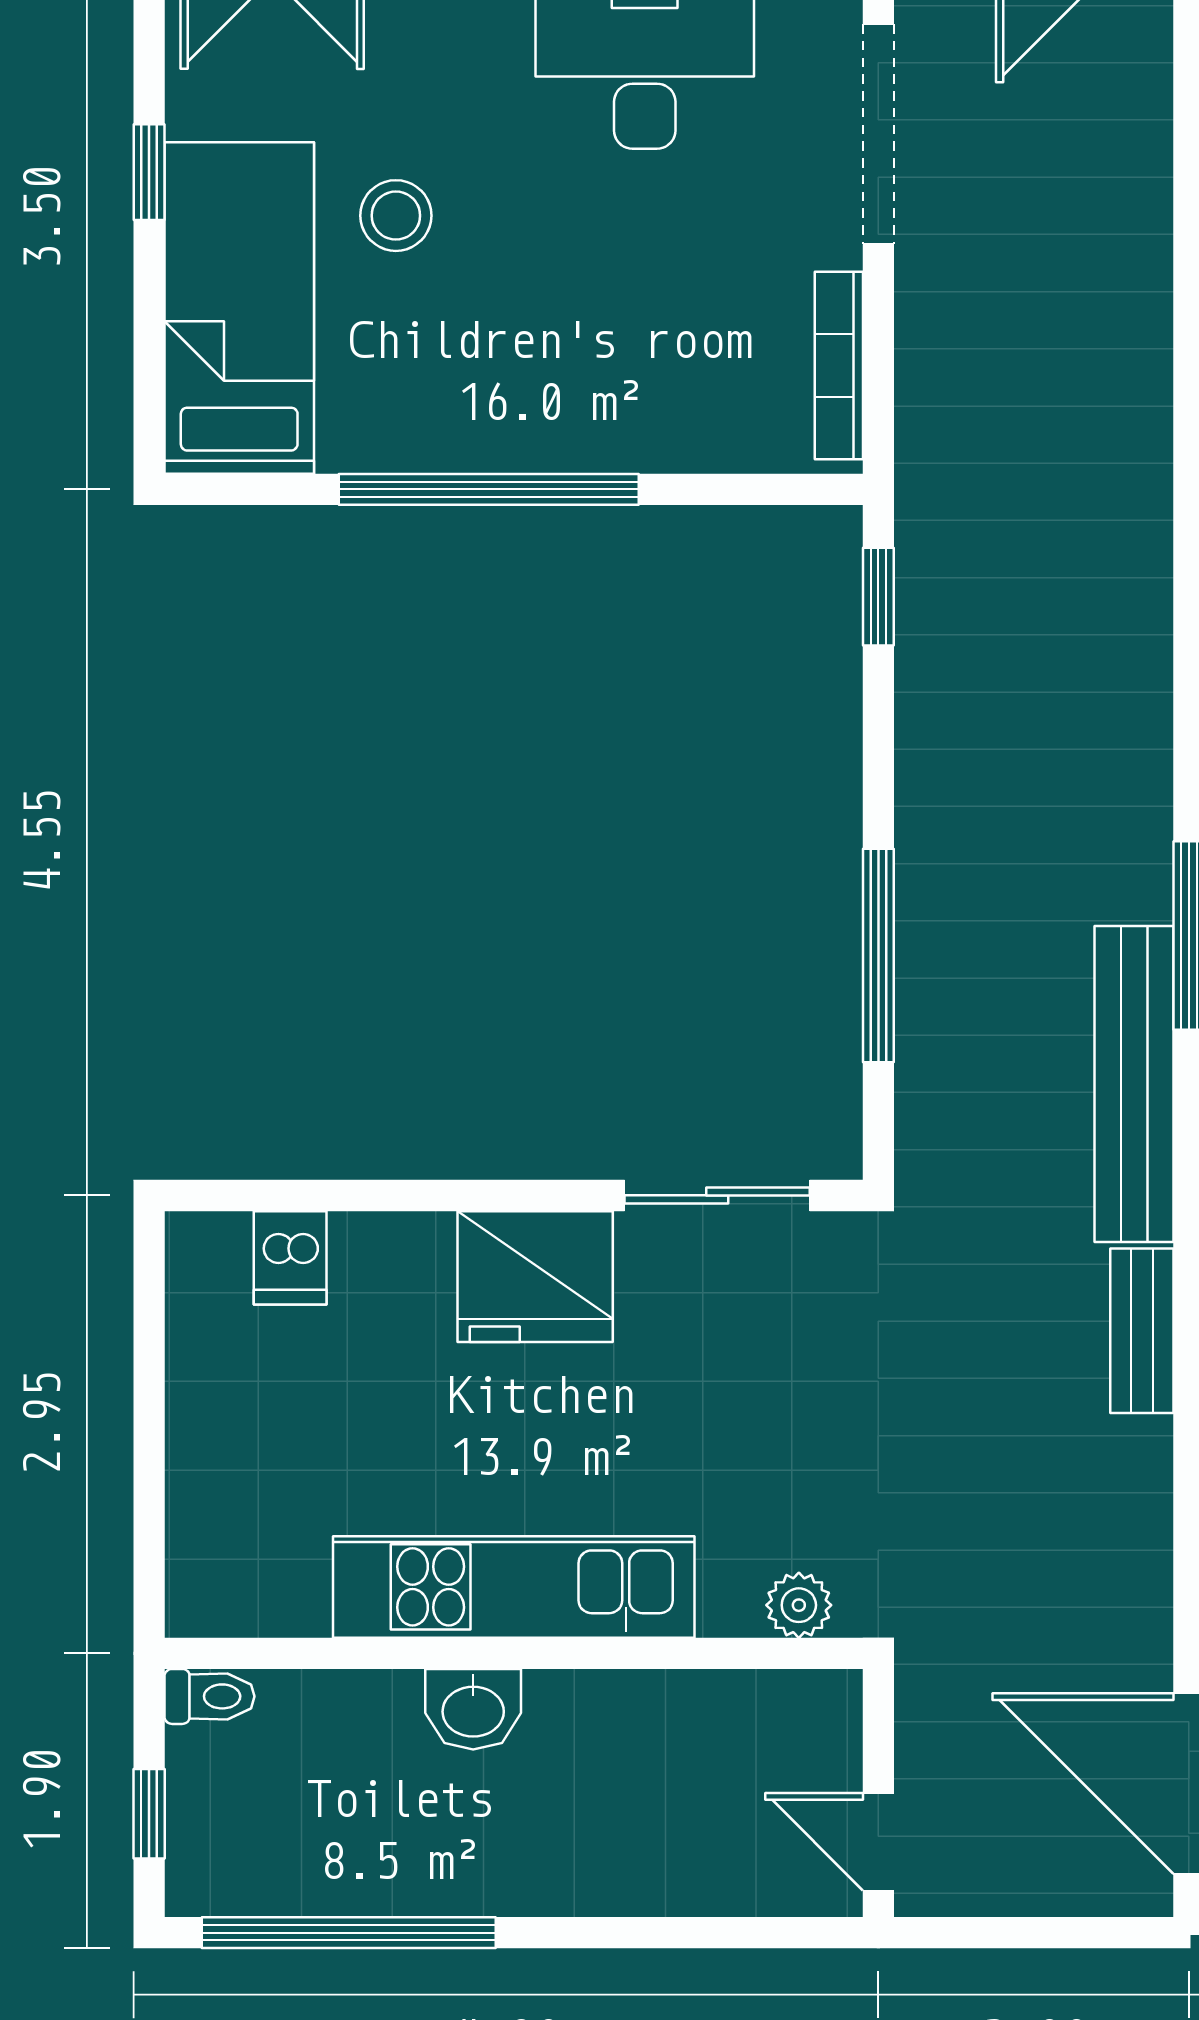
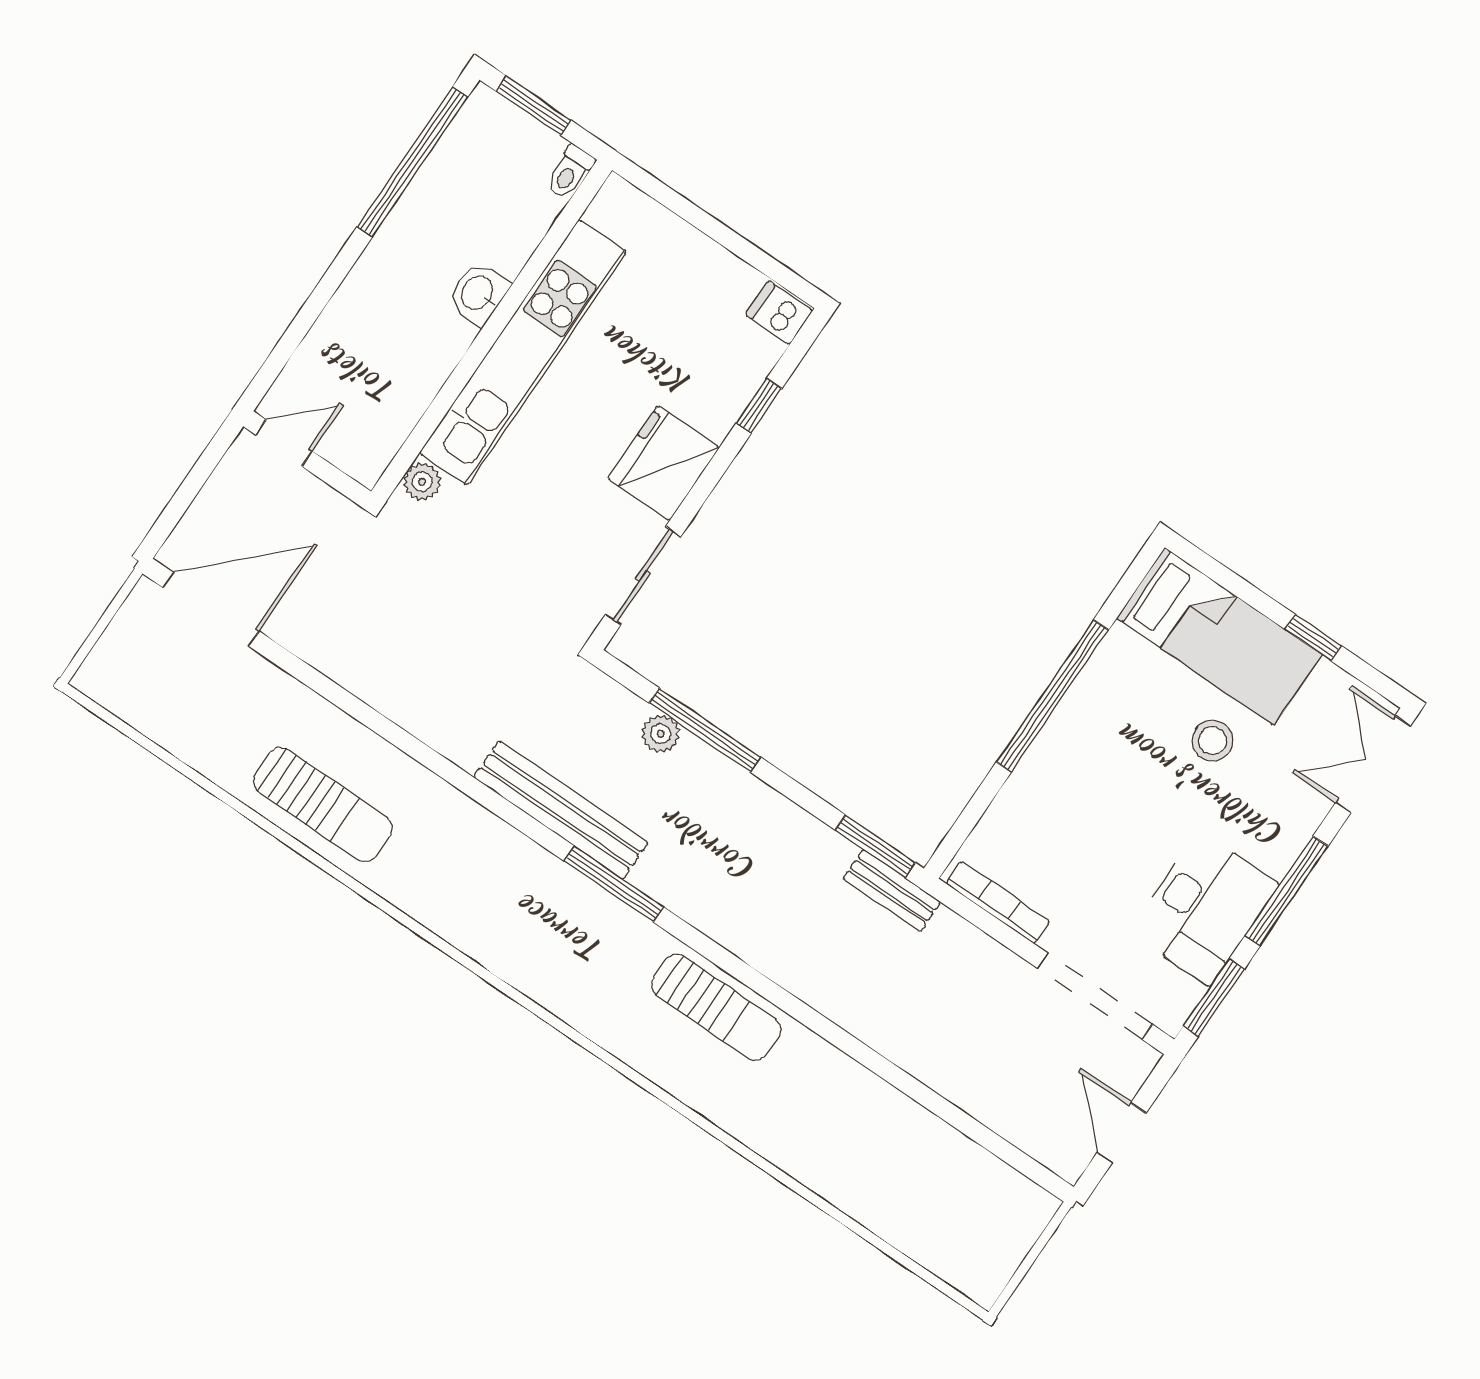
window: (878, 597) -> (875, 846), width x1.50
plant: (927, 1015) -> (661, 734), added
window: (359, 1195) -> (759, 406), added
dishwasher: (290, 1258) -> (779, 313), moved
bench: (1142, 1331) -> (892, 890), moved
kitchen unit: (514, 1587) -> (523, 352), width x1.36
window: (149, 1814) -> (534, 106), width x1.50

